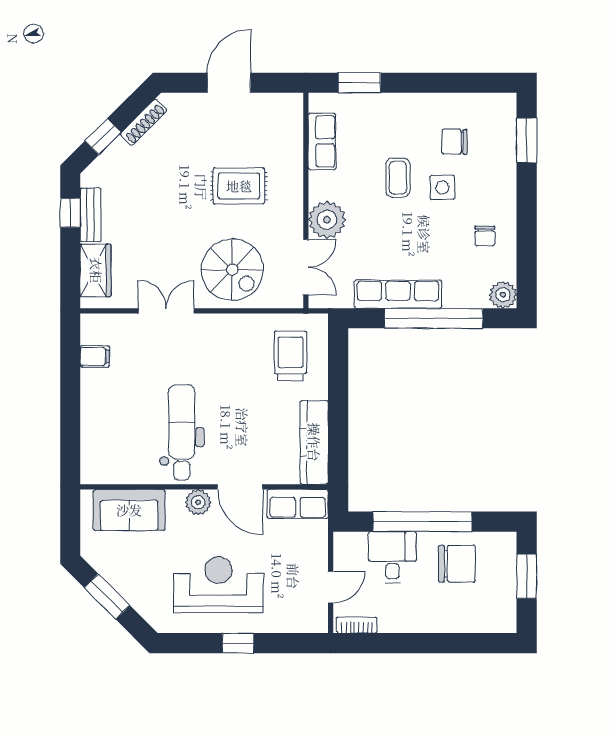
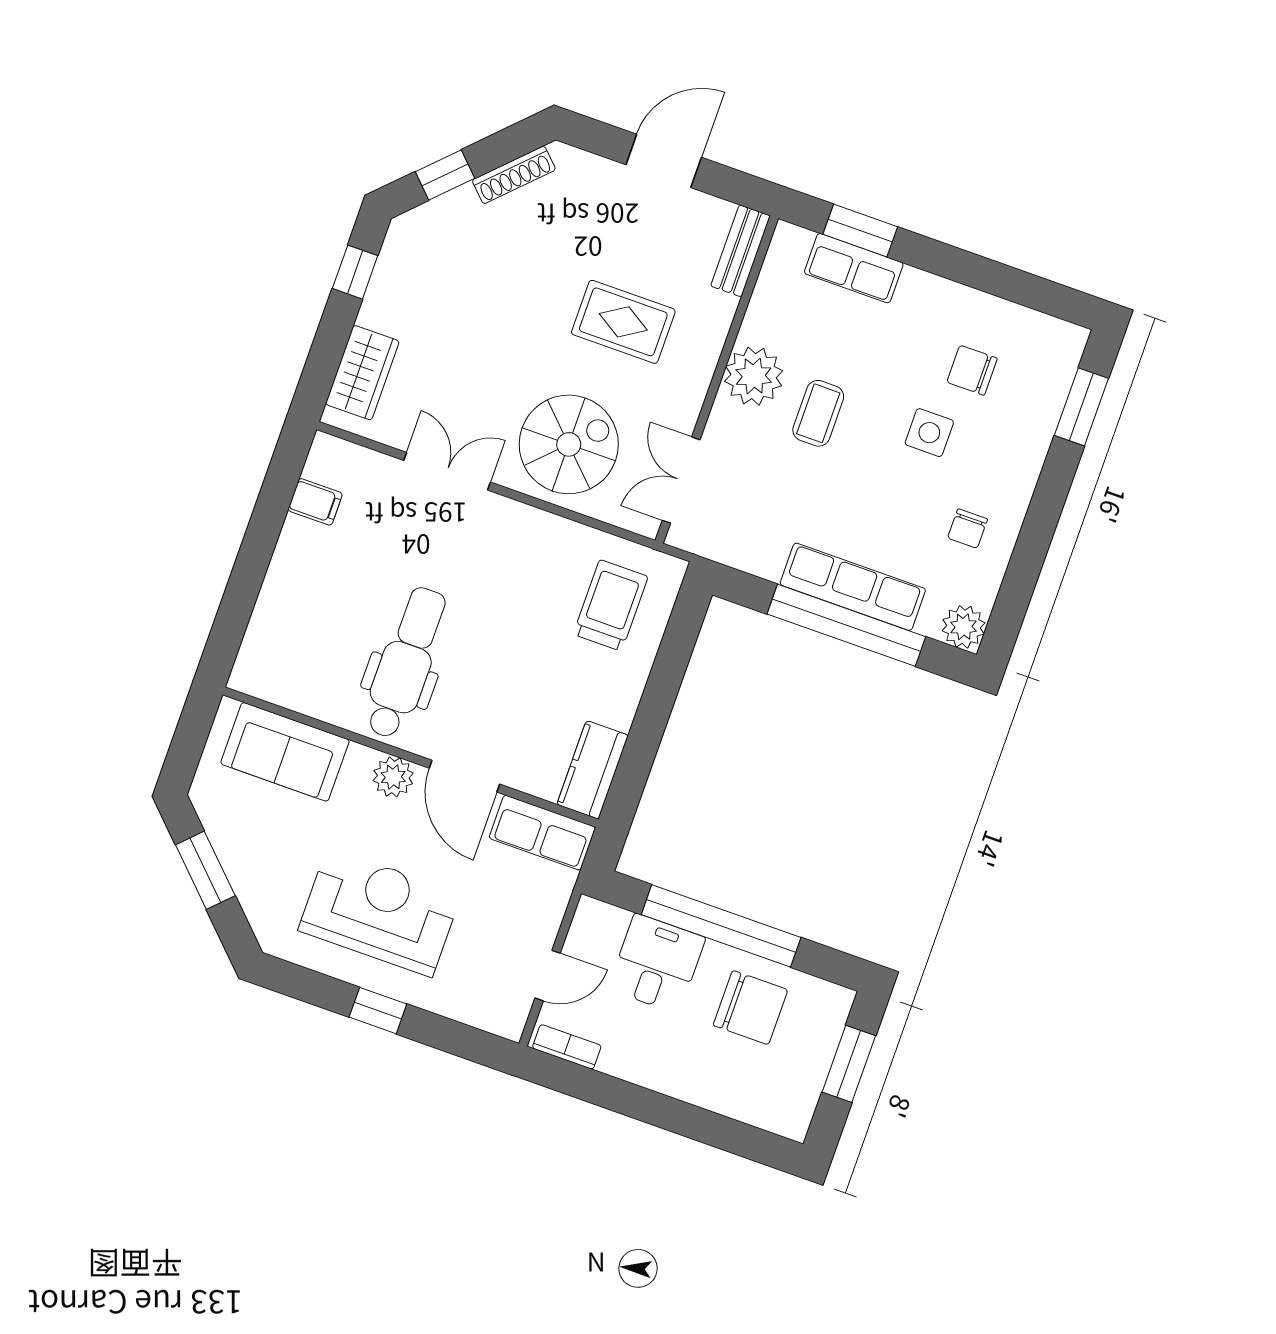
row of seats: (322, 141) -> (854, 268), moved, turned 90
coffee table: (398, 178) -> (818, 413), moved
bench: (91, 215) -> (740, 251), moved
plant: (327, 220) -> (754, 376), moved
double door: (306, 267) -> (681, 480), swing flipped
spiral stairs: (232, 270) -> (569, 444), turned -90
row of seats: (398, 294) -> (853, 587), moved
kitchen counter: (314, 442) -> (593, 770), width x0.67

